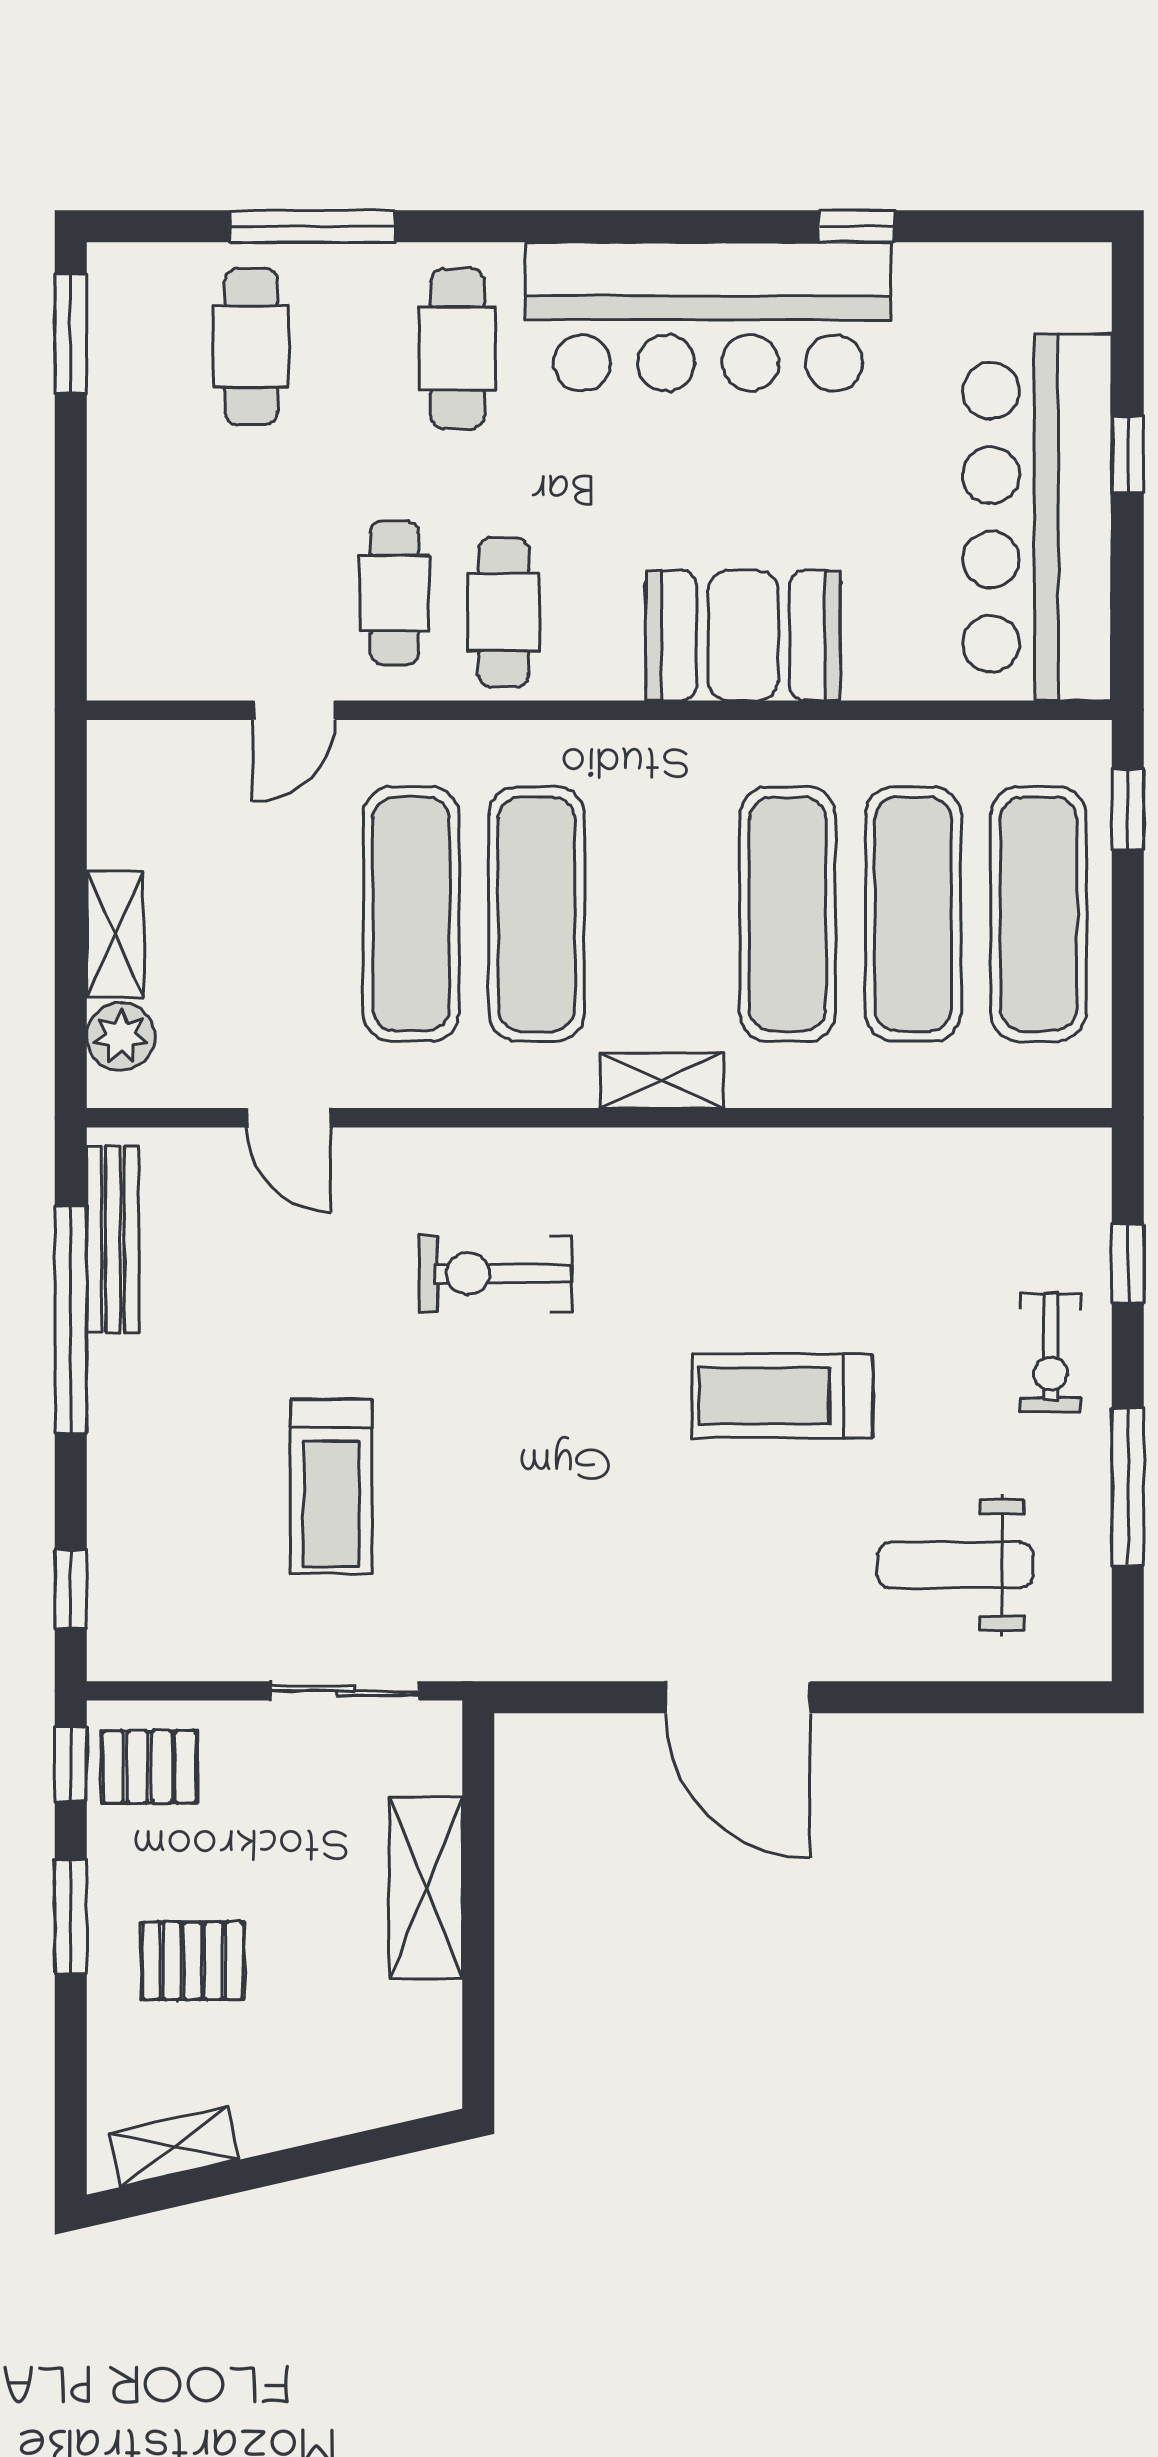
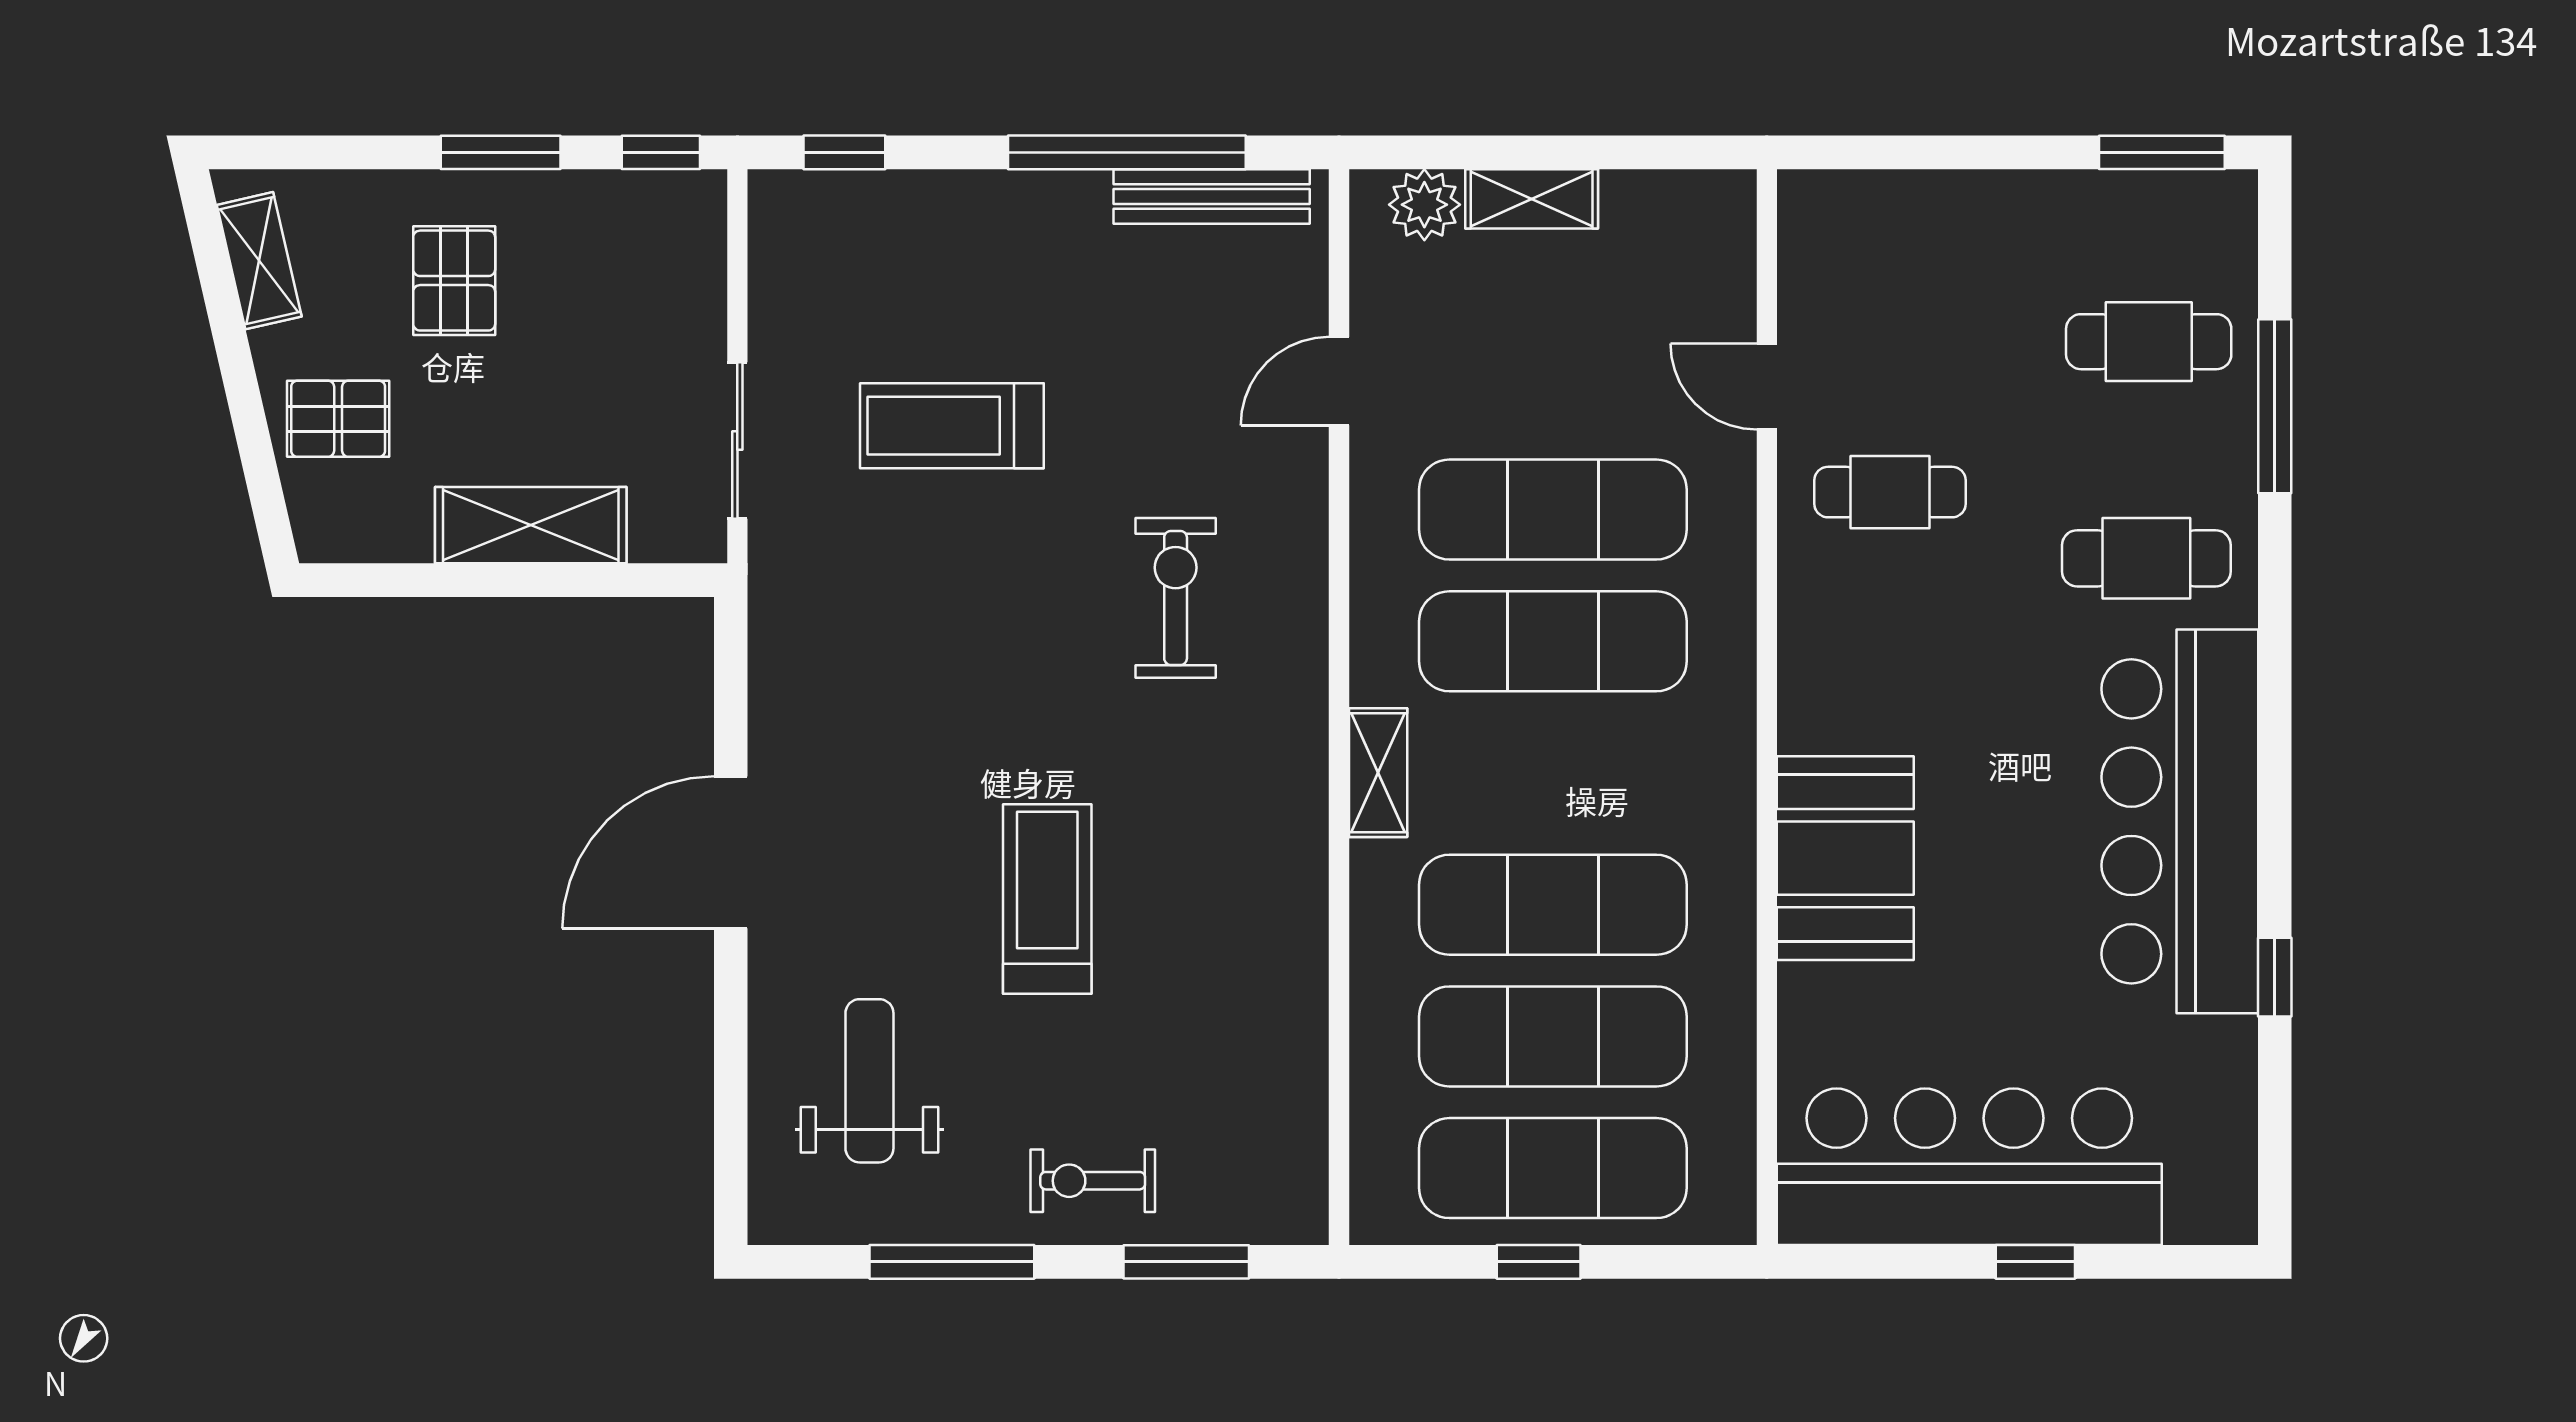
cafe table: (504, 612) -> (1870, 607), removed
window: (1128, 810) -> (1539, 1262), moved
window: (1128, 1263) -> (1186, 1262), width x1.50
pallet: (149, 1767) -> (338, 419), moved, turned 90

